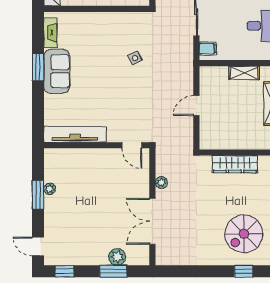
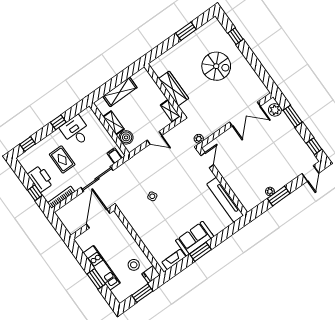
boiler: (219, 75) -> (126, 137), added
shelving: (213, 143) -> (170, 111), added
plant: (161, 182) -> (199, 139), moved
spiral stairs: (244, 234) -> (216, 66), moved
plant: (117, 257) -> (275, 110), moved

